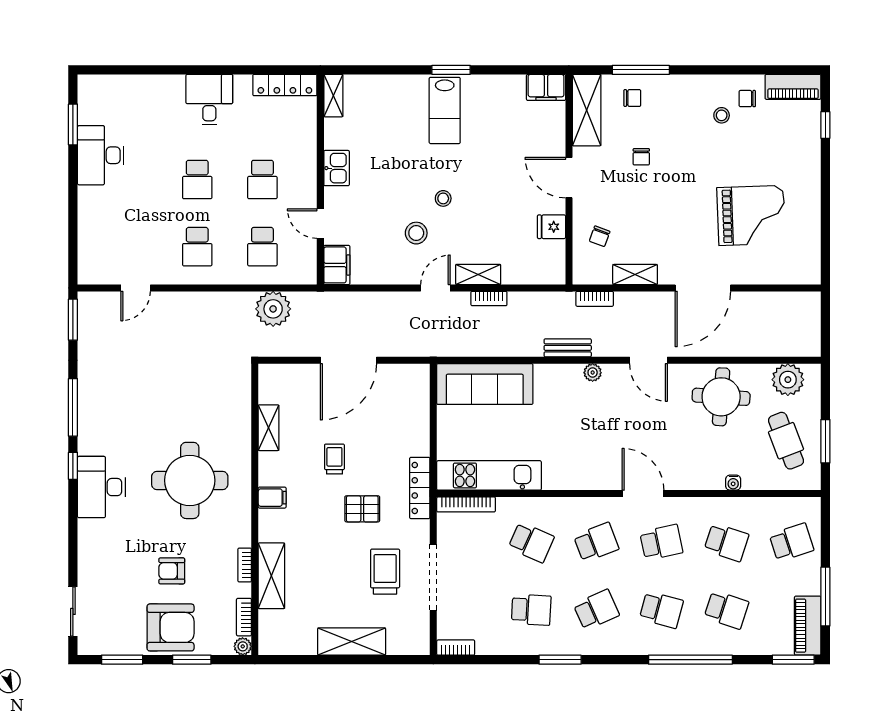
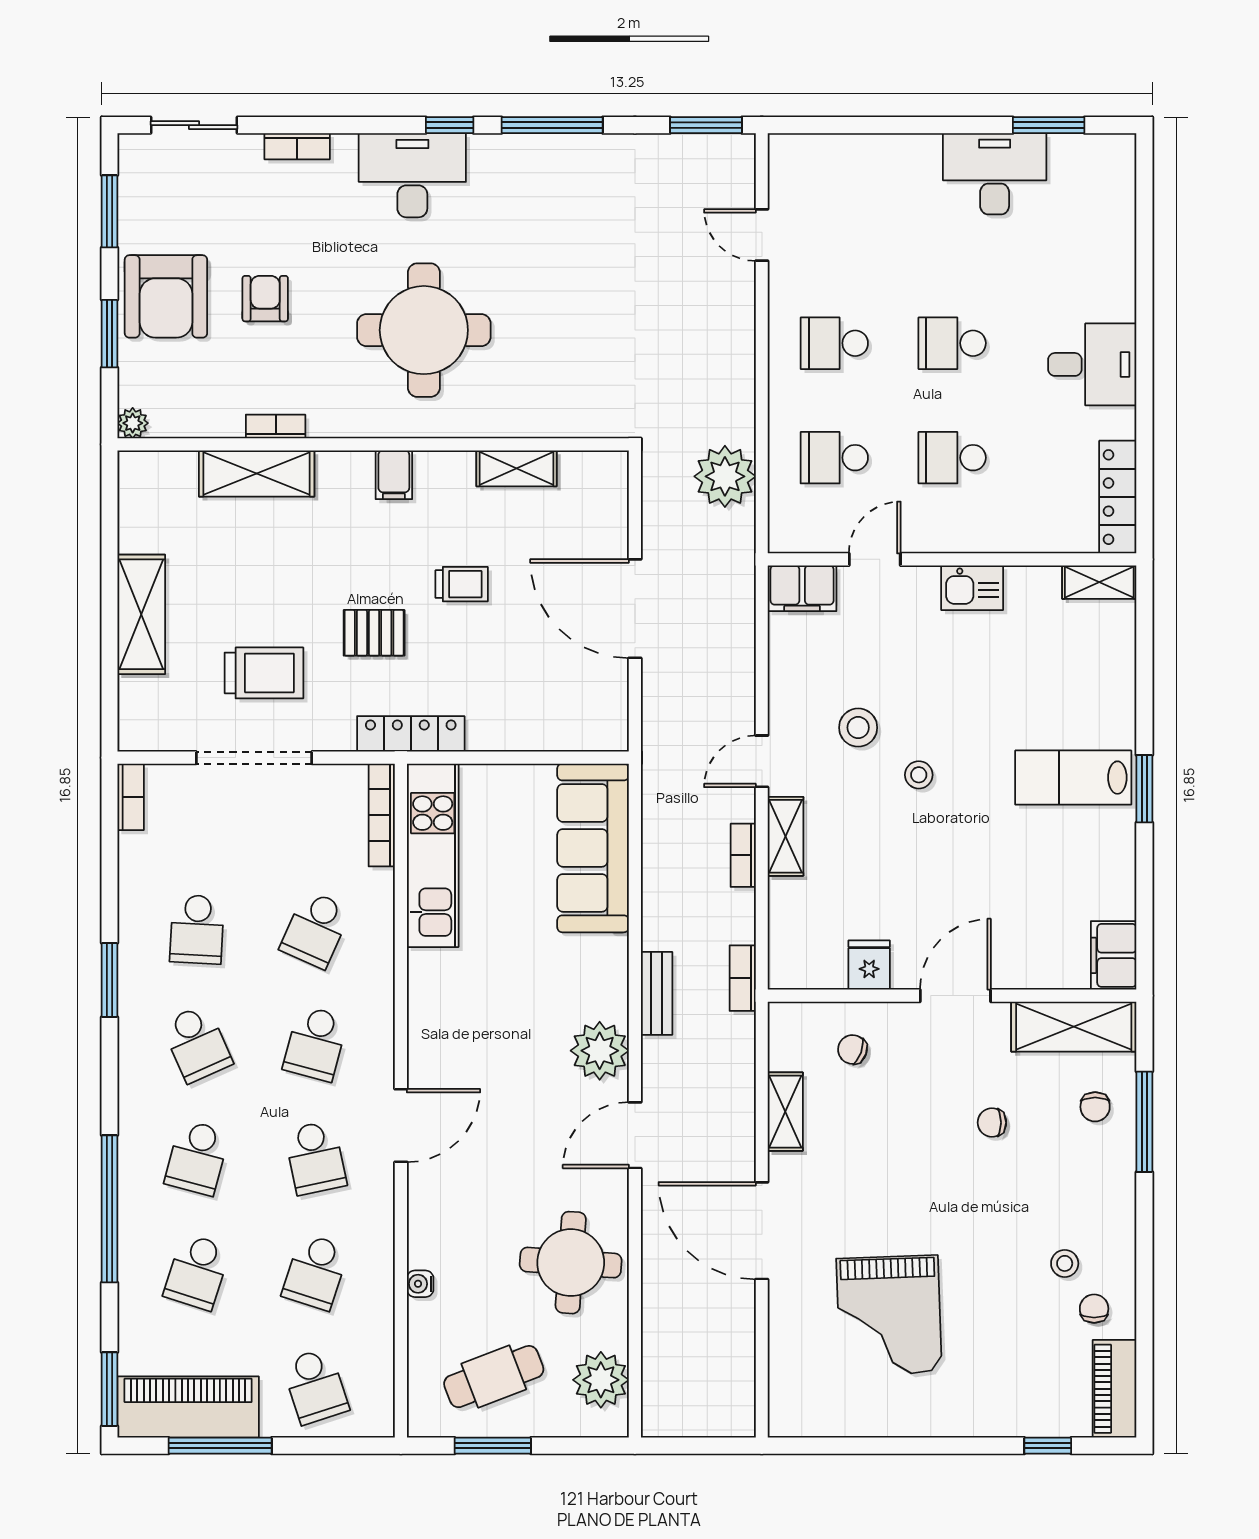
door: (435, 288) -> (762, 761), swing flipped
bookcase: (595, 299) -> (743, 978), moved
plant: (593, 373) -> (600, 1051), width x1.87, depth x1.87
pallet: (362, 509) -> (374, 633), turned 90
school desk: (596, 542) -> (315, 1044), turned 36
bookcase: (244, 617) -> (297, 146), moved, turned 180
piano: (808, 626) -> (188, 1407), width x1.37, depth x1.33

